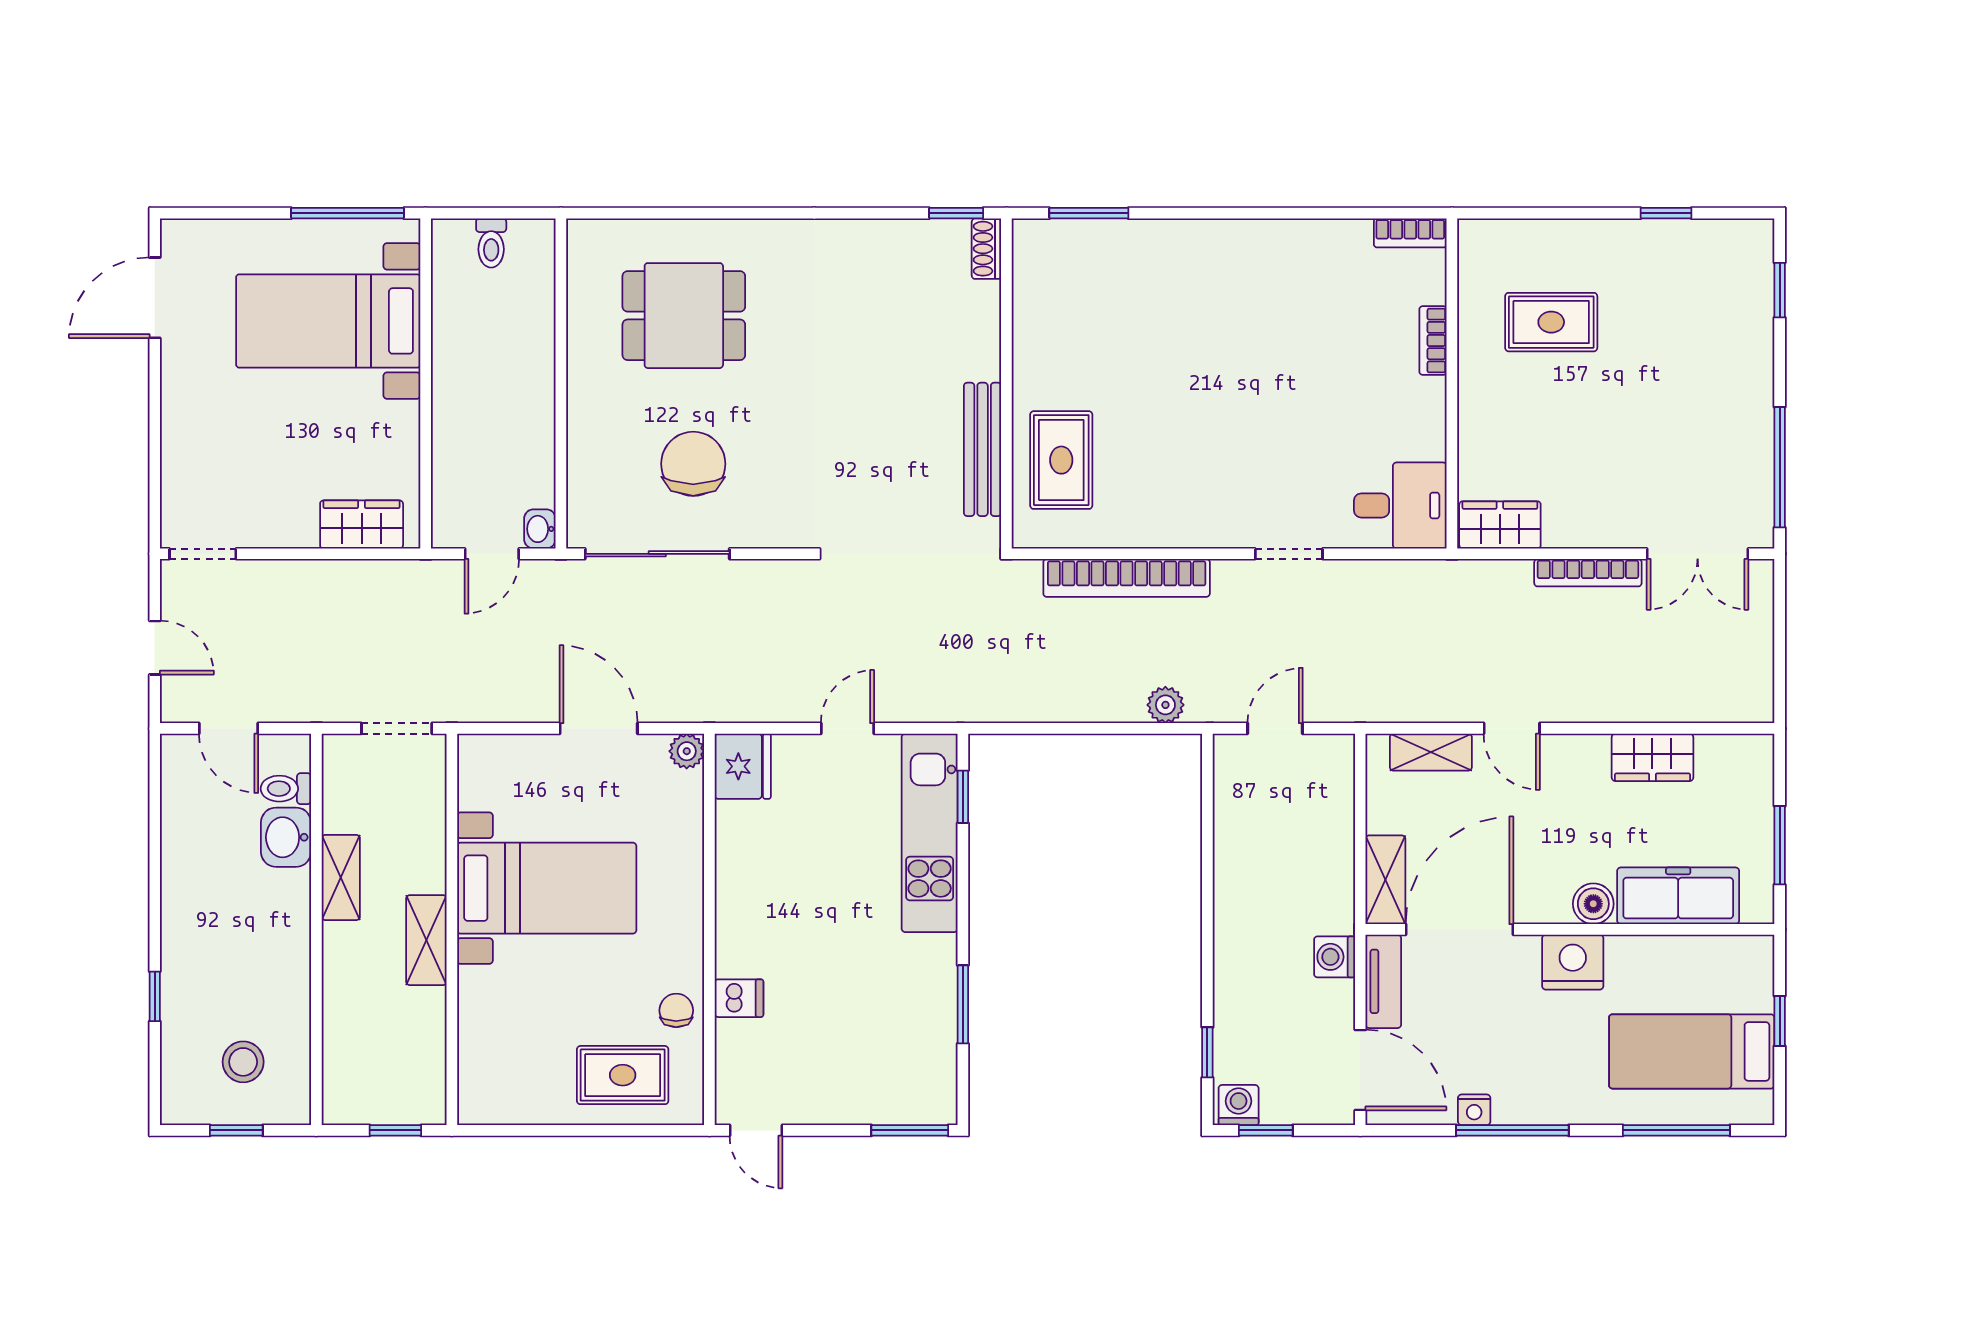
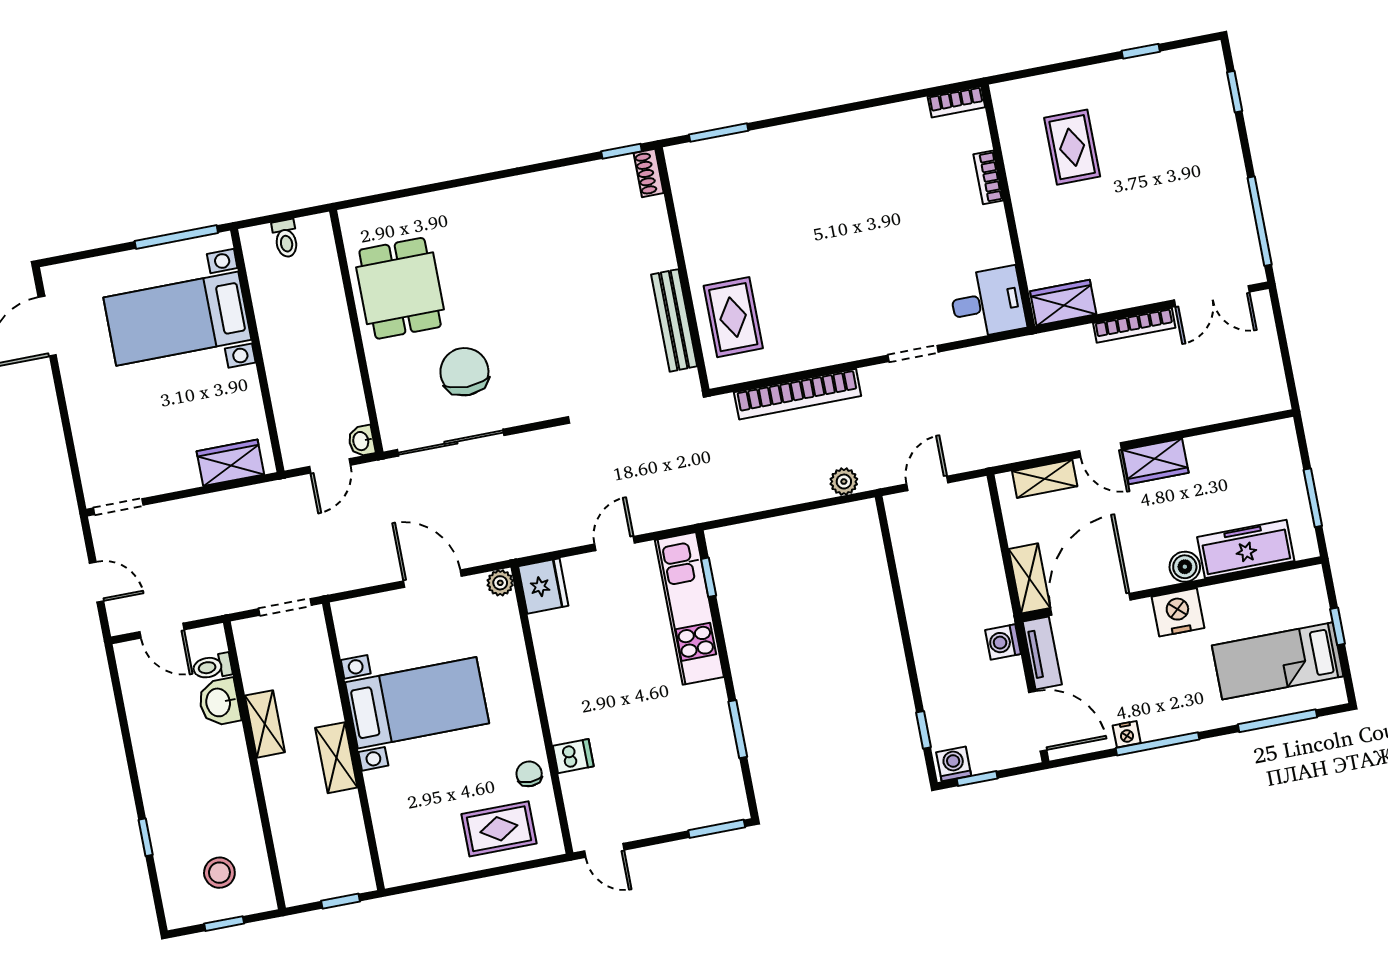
dining table: (684, 316) -> (400, 288), moved, turned 90
rug: (1551, 322) -> (1072, 147), turned 90
wardrobe: (1652, 757) -> (1155, 461), moved

